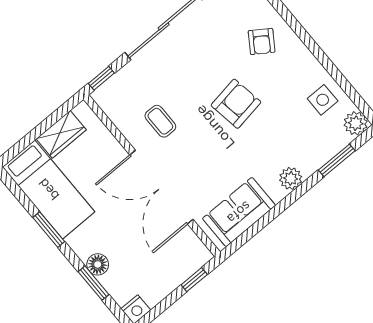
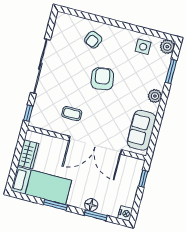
armchair: (262, 41) -> (93, 40), turned 80

